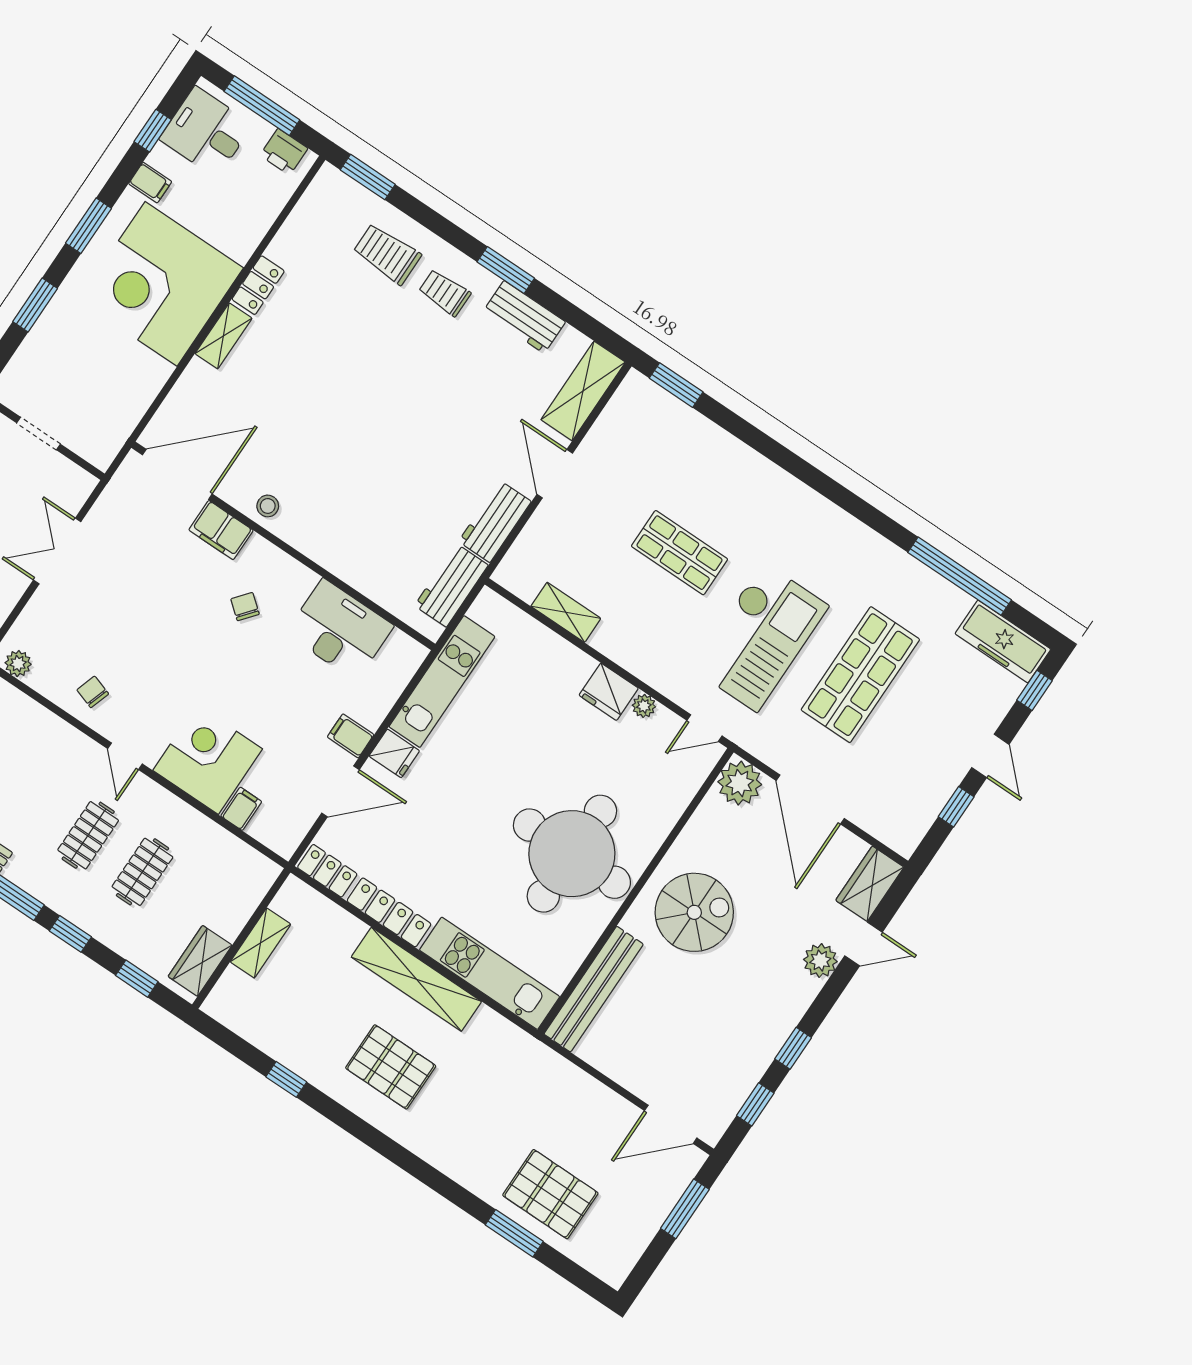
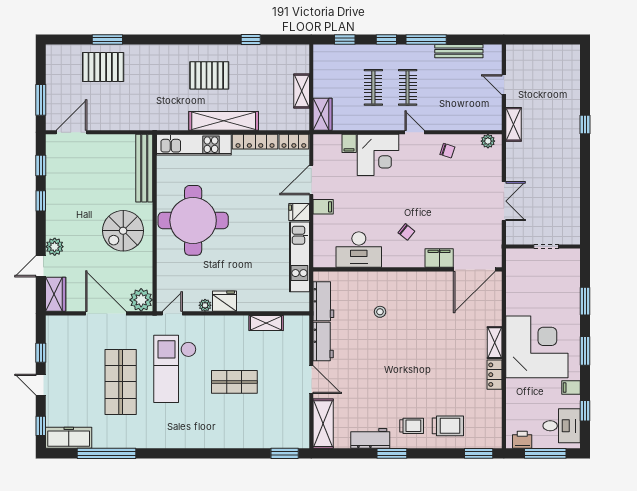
stool: (268, 506) -> (380, 312), moved
wardrobe: (200, 961) -> (323, 114), moved

